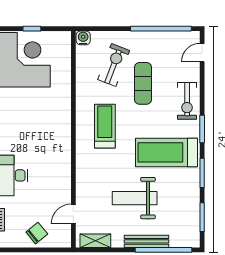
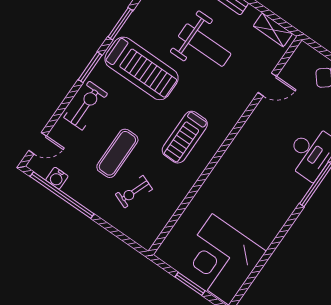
window: (32, 29) -> (190, 284), width x1.50
water cooler: (83, 38) -> (57, 178), moved
exercise bike: (114, 65) -> (134, 192), width x0.73, depth x0.72
door: (73, 214) -> (267, 84), moved

